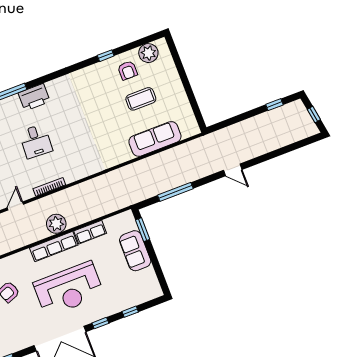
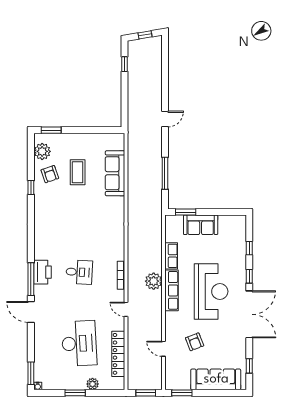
window: (175, 54) -> (51, 130), added
armchair: (128, 70) -> (50, 174), turned 71
printer: (34, 97) -> (42, 272), moved

